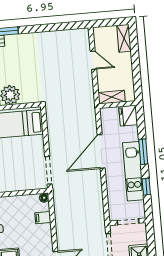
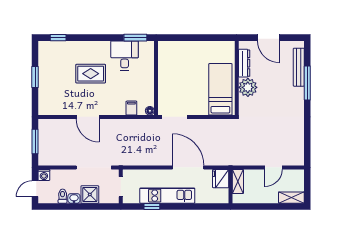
fridge: (128, 116) -> (221, 179), moved, turned -90
window: (143, 152) -> (185, 206), removed

